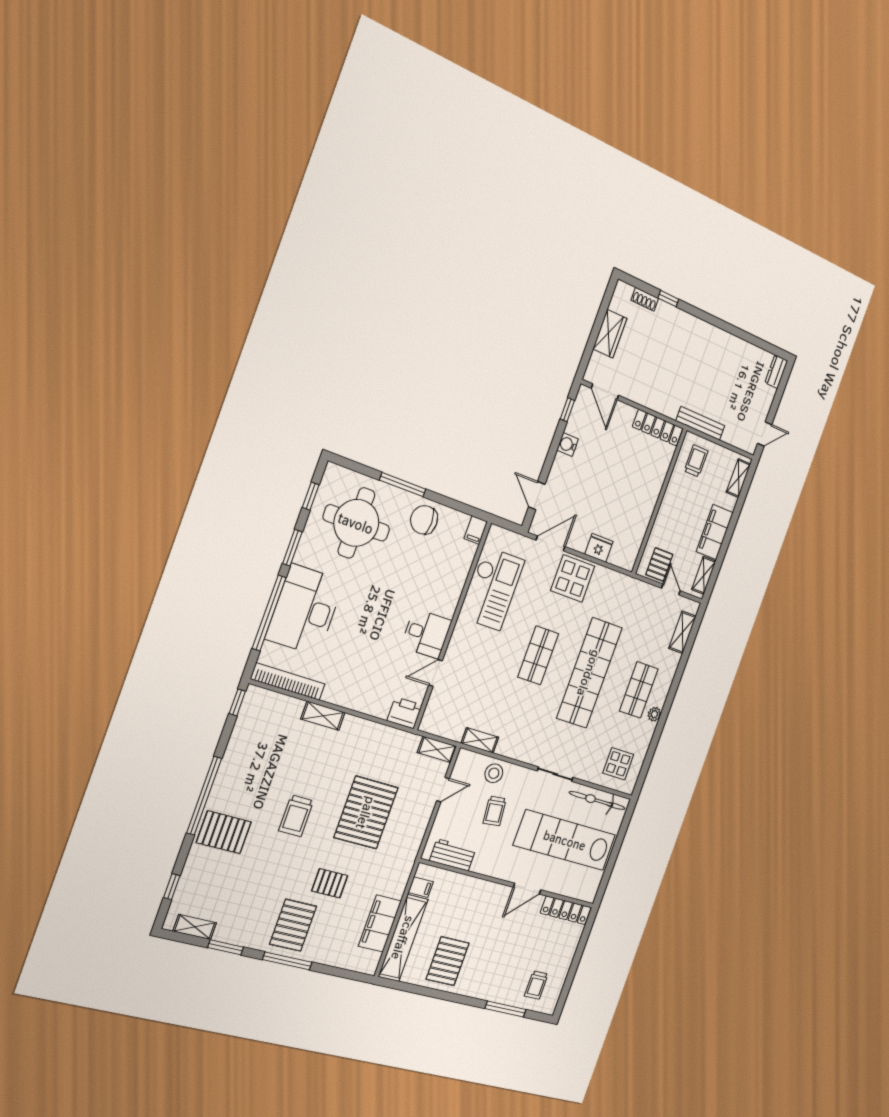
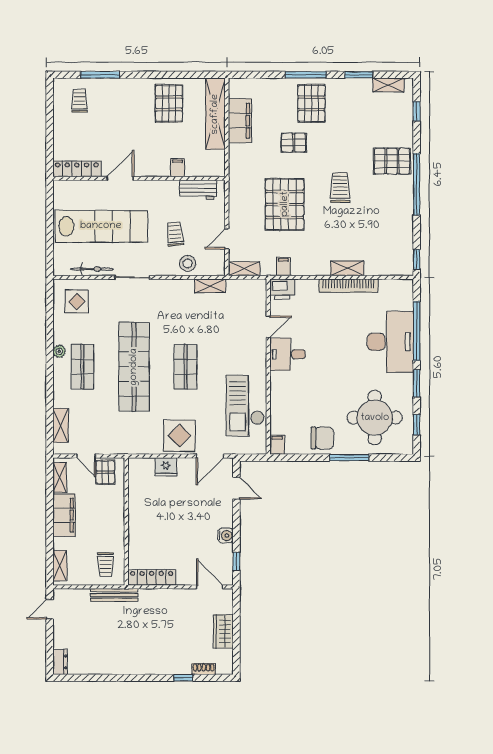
bookcase: (288, 681) -> (348, 286), moved
filing cabinet: (394, 739) -> (283, 267), added
bicycle: (597, 801) -> (92, 269), width x0.73, depth x0.71
filing cabinet: (421, 887) -> (177, 168), moved, turned 90

